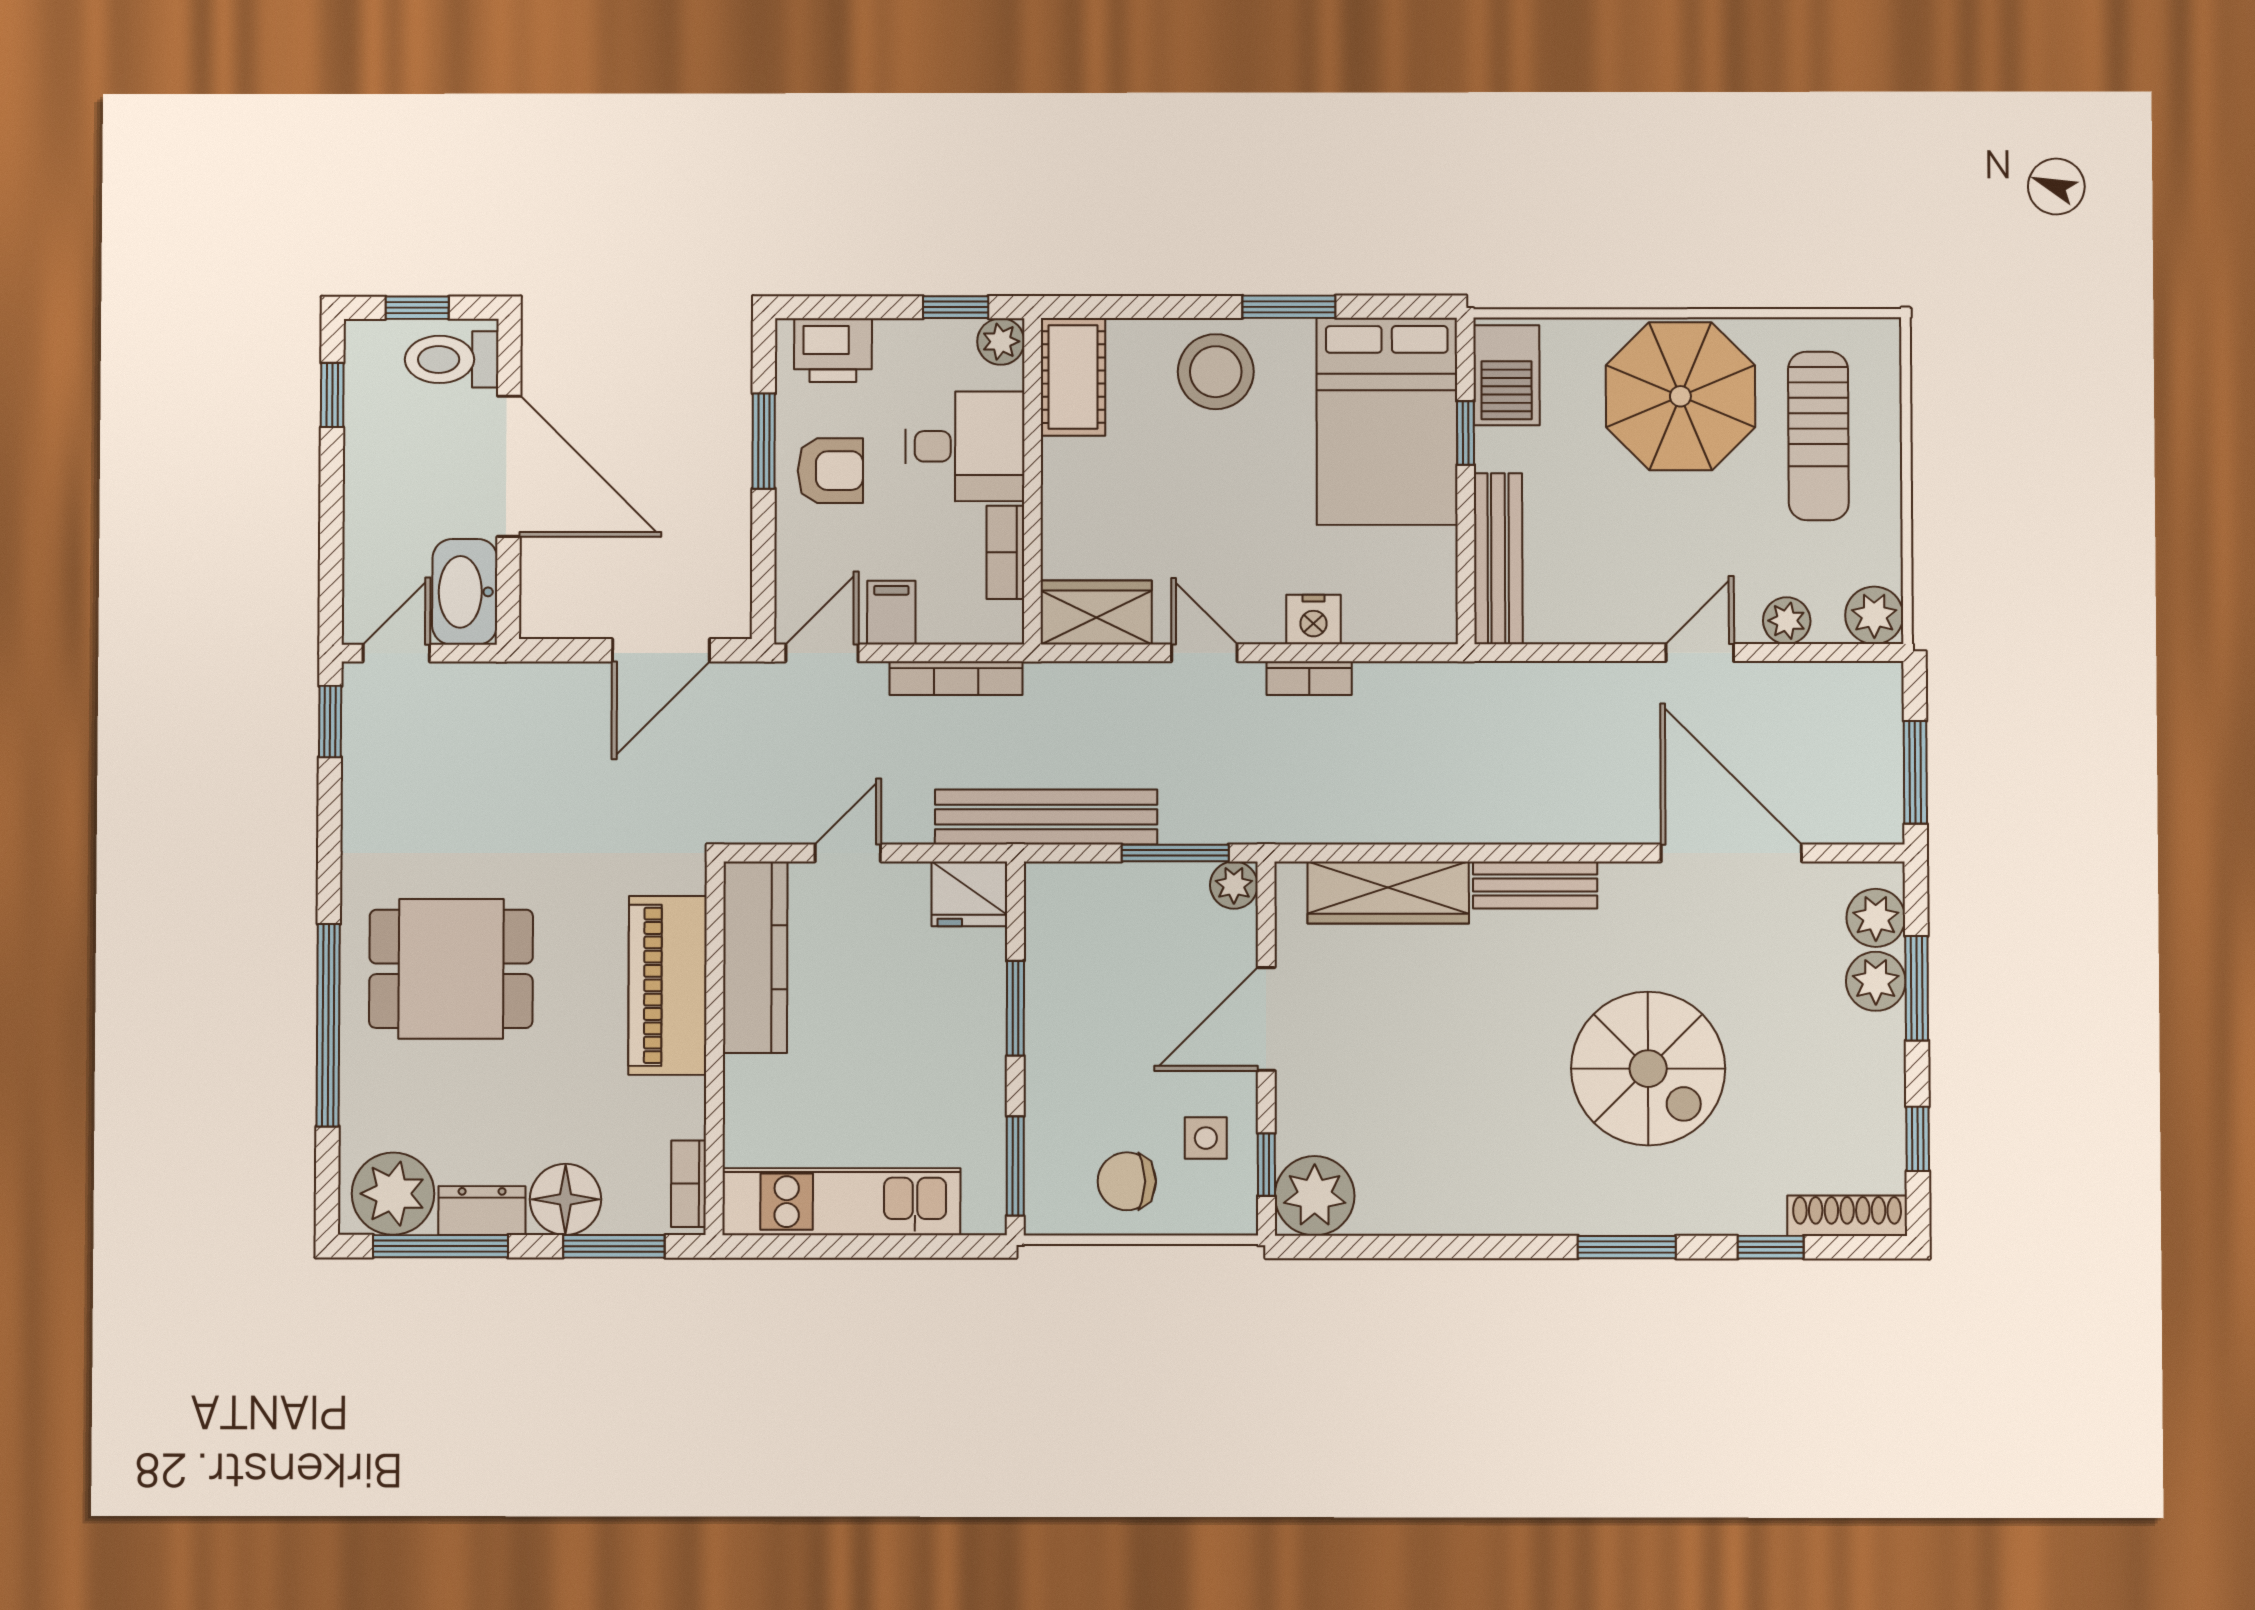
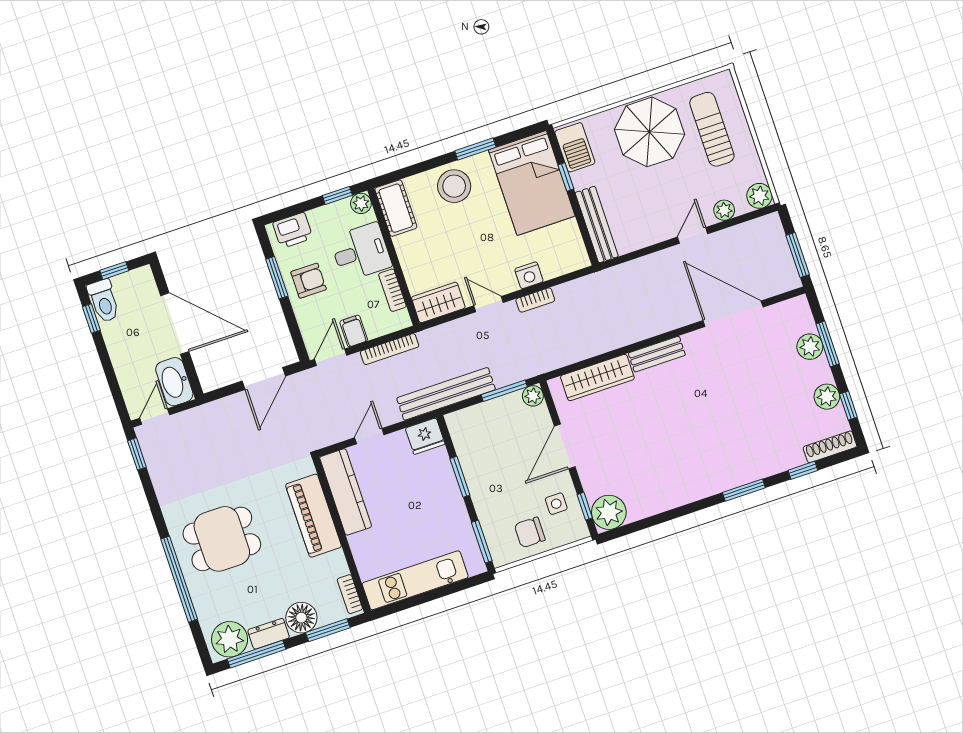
toilet: (452, 359) -> (104, 301), moved, turned -90
sun lounger: (1818, 436) -> (712, 129), turned 180
plant: (1876, 918) -> (827, 397), moved
spiral stairs: (1648, 1069) -> (728, 414), removed

